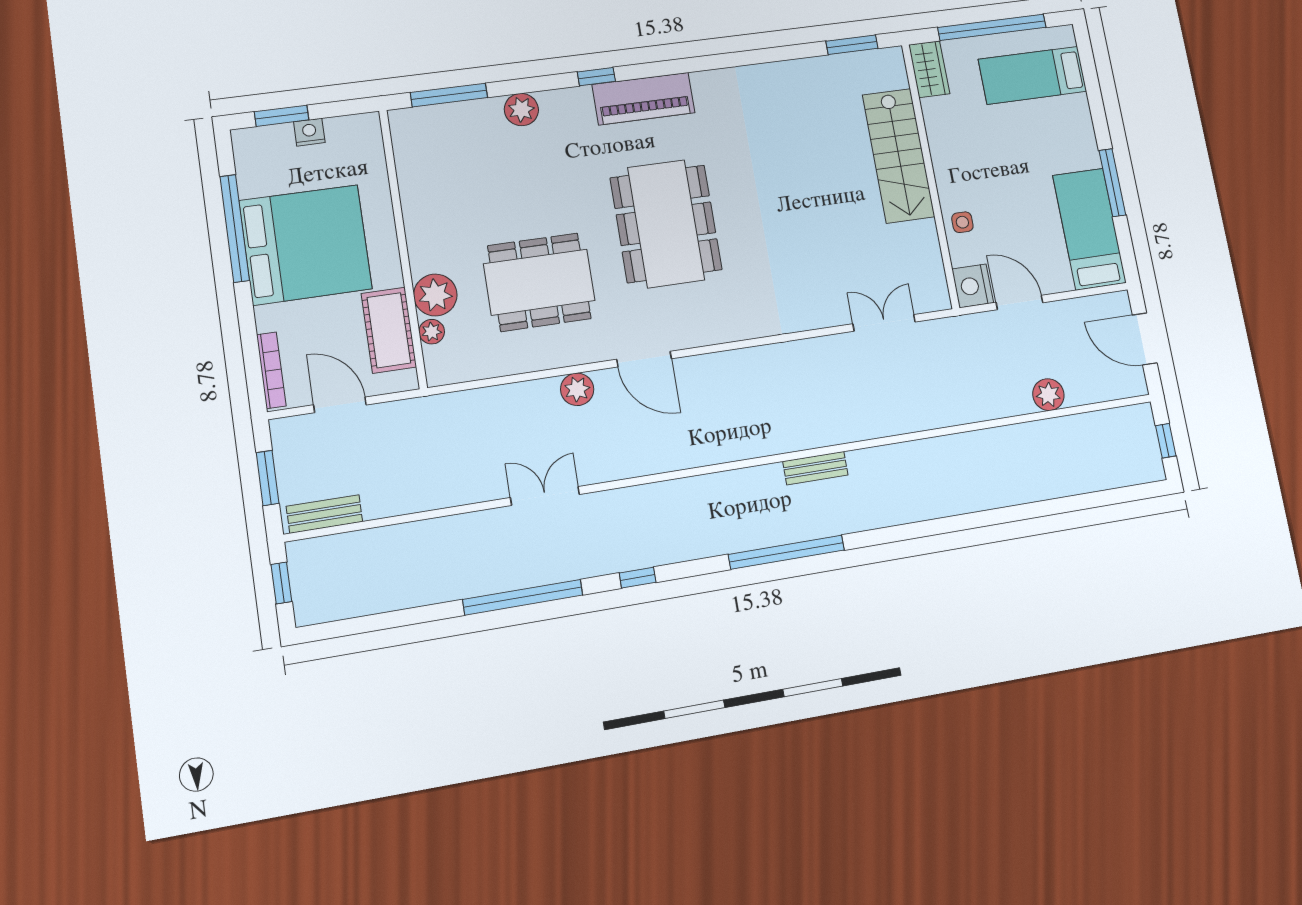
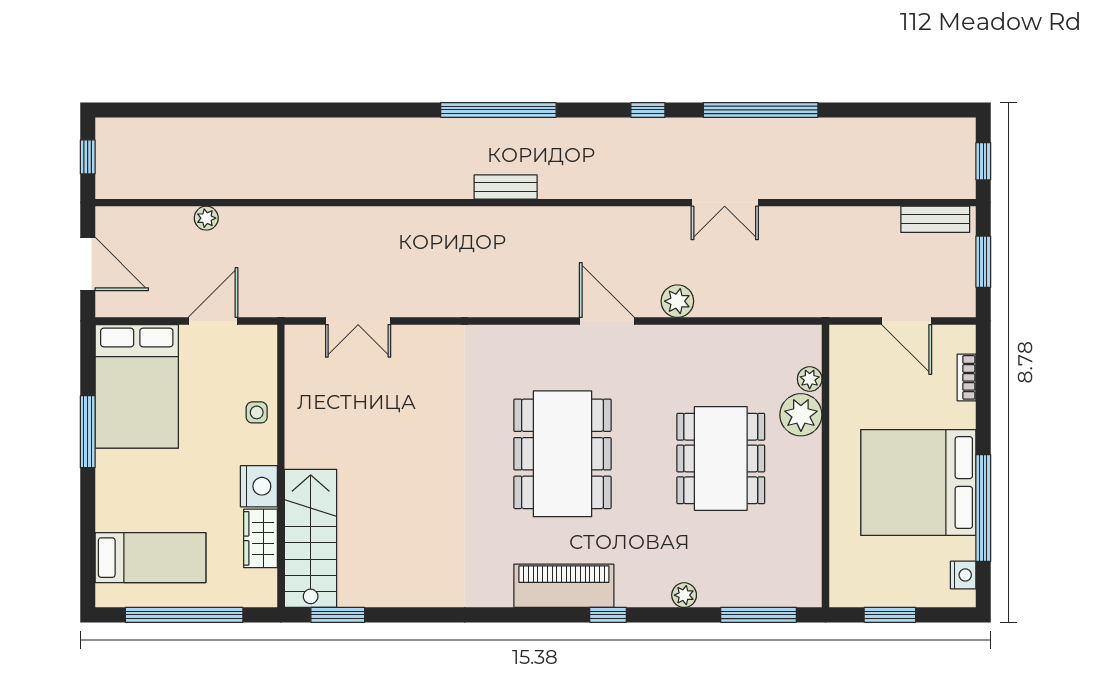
wardrobe: (929, 69) -> (260, 538), moved
plant: (521, 110) -> (684, 595), width x0.73, depth x0.73
window: (282, 116) -> (890, 615), moved
nightstand: (309, 132) -> (963, 575), moved, turned -90
stairs: (899, 156) -> (311, 538), moved
bed: (1089, 229) -> (137, 386), width x1.50
dining table: (539, 282) -> (721, 458), moved, turned 90
nightstand: (973, 286) -> (259, 486), moved
door: (1019, 302) -> (213, 321), swing flipped
cot: (389, 330) -> (850, 387), removed
bookcase: (271, 370) -> (967, 377), width x0.64
plant: (1048, 395) -> (206, 218), width x0.73, depth x0.73
bench: (815, 468) -> (506, 187), moved

